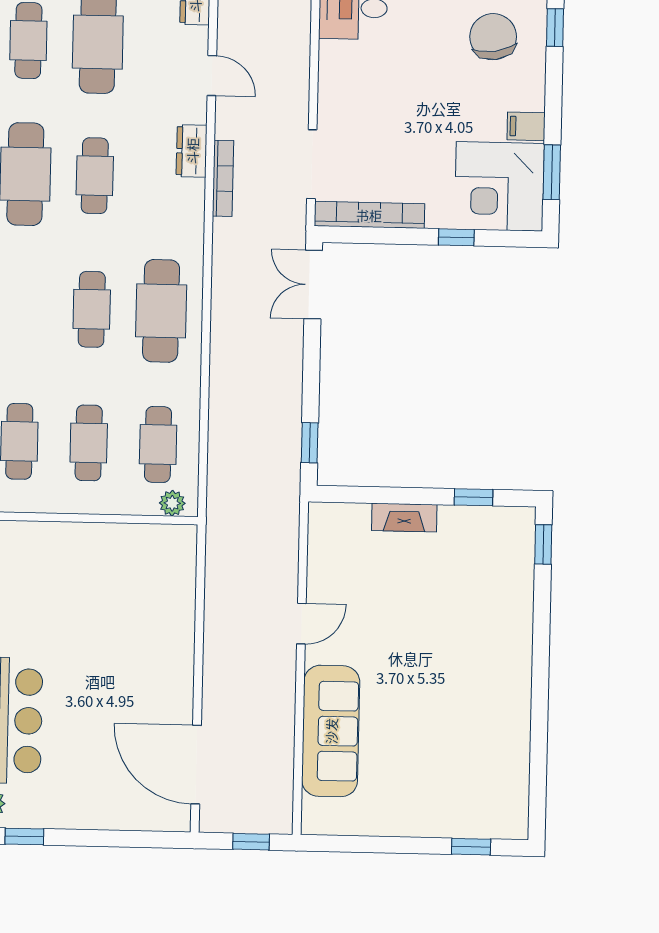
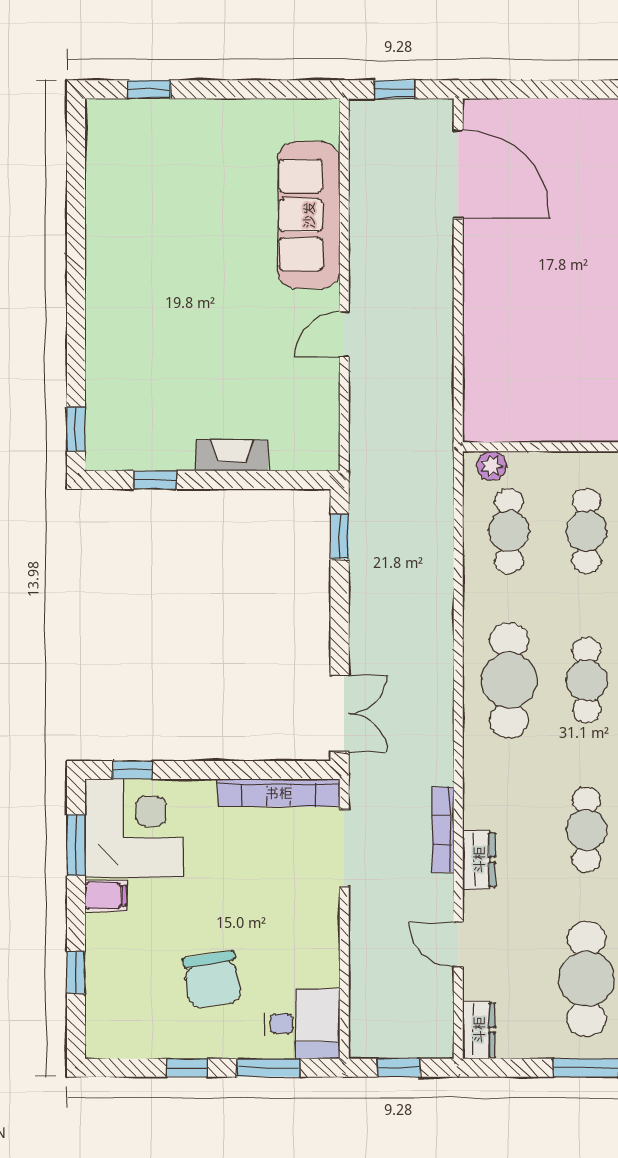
window: (555, 28) -> (76, 972), moved
chair: (493, 37) -> (212, 980), moved
window: (456, 237) -> (132, 770), moved

